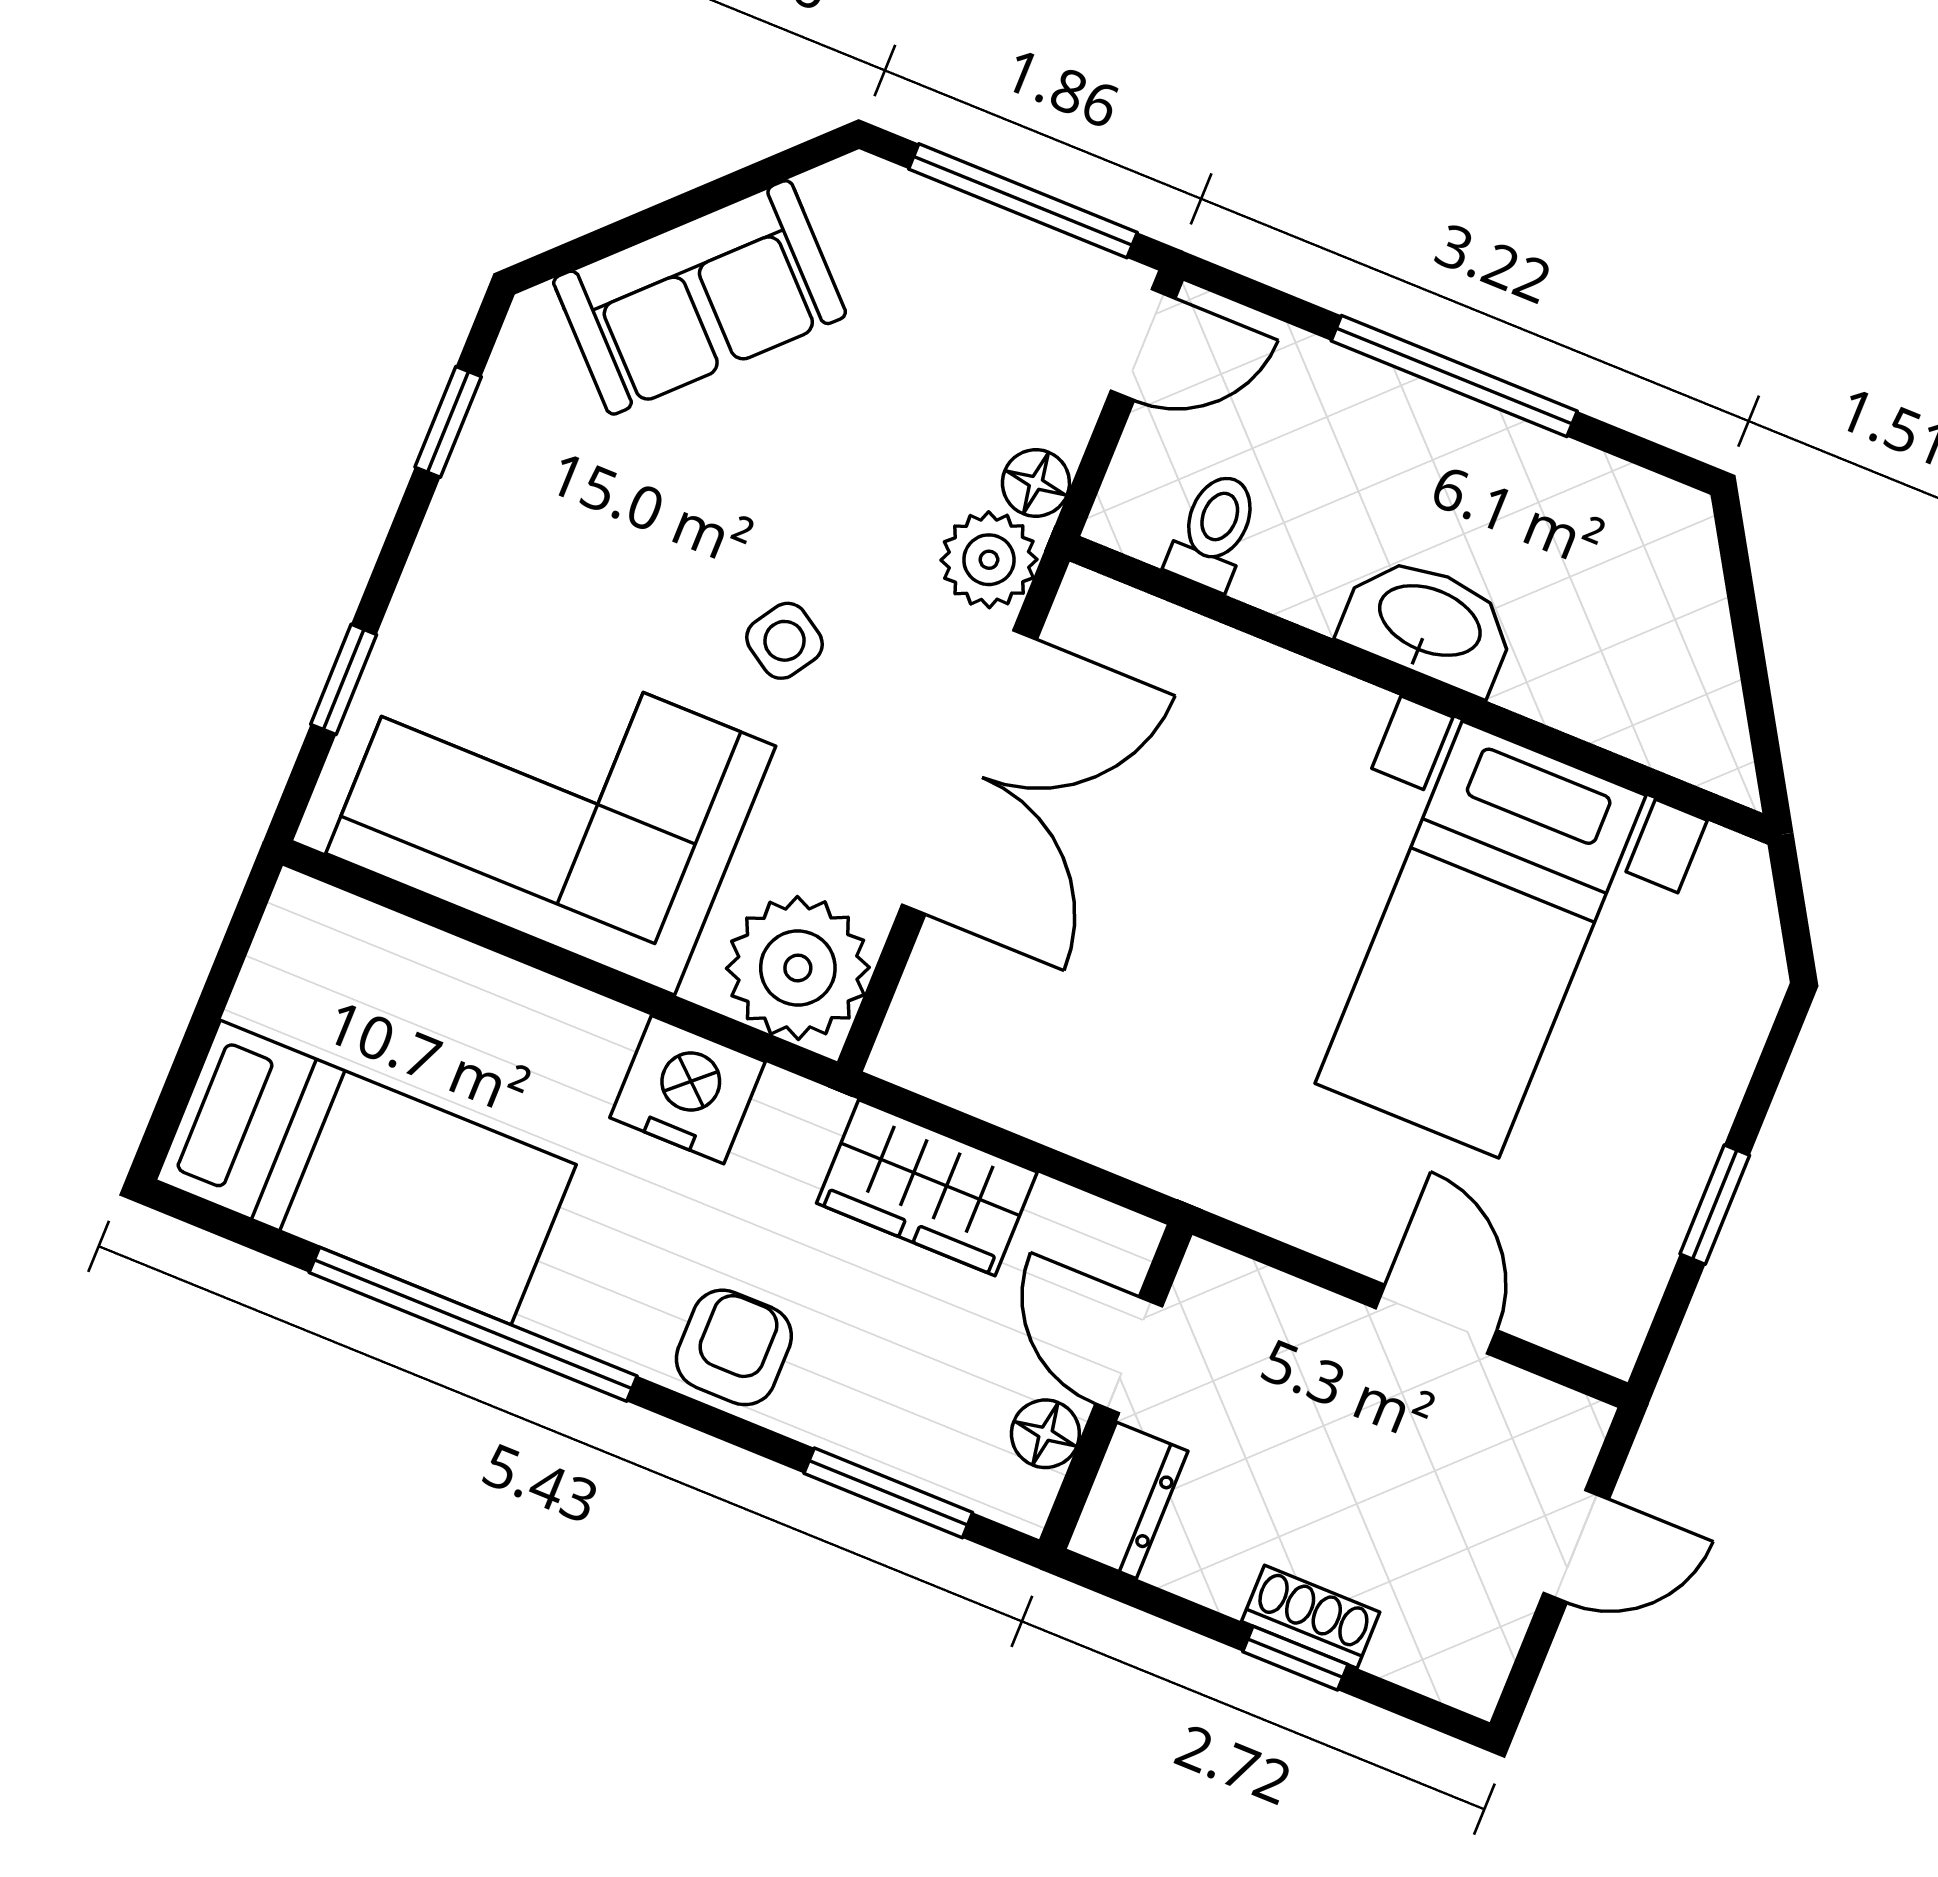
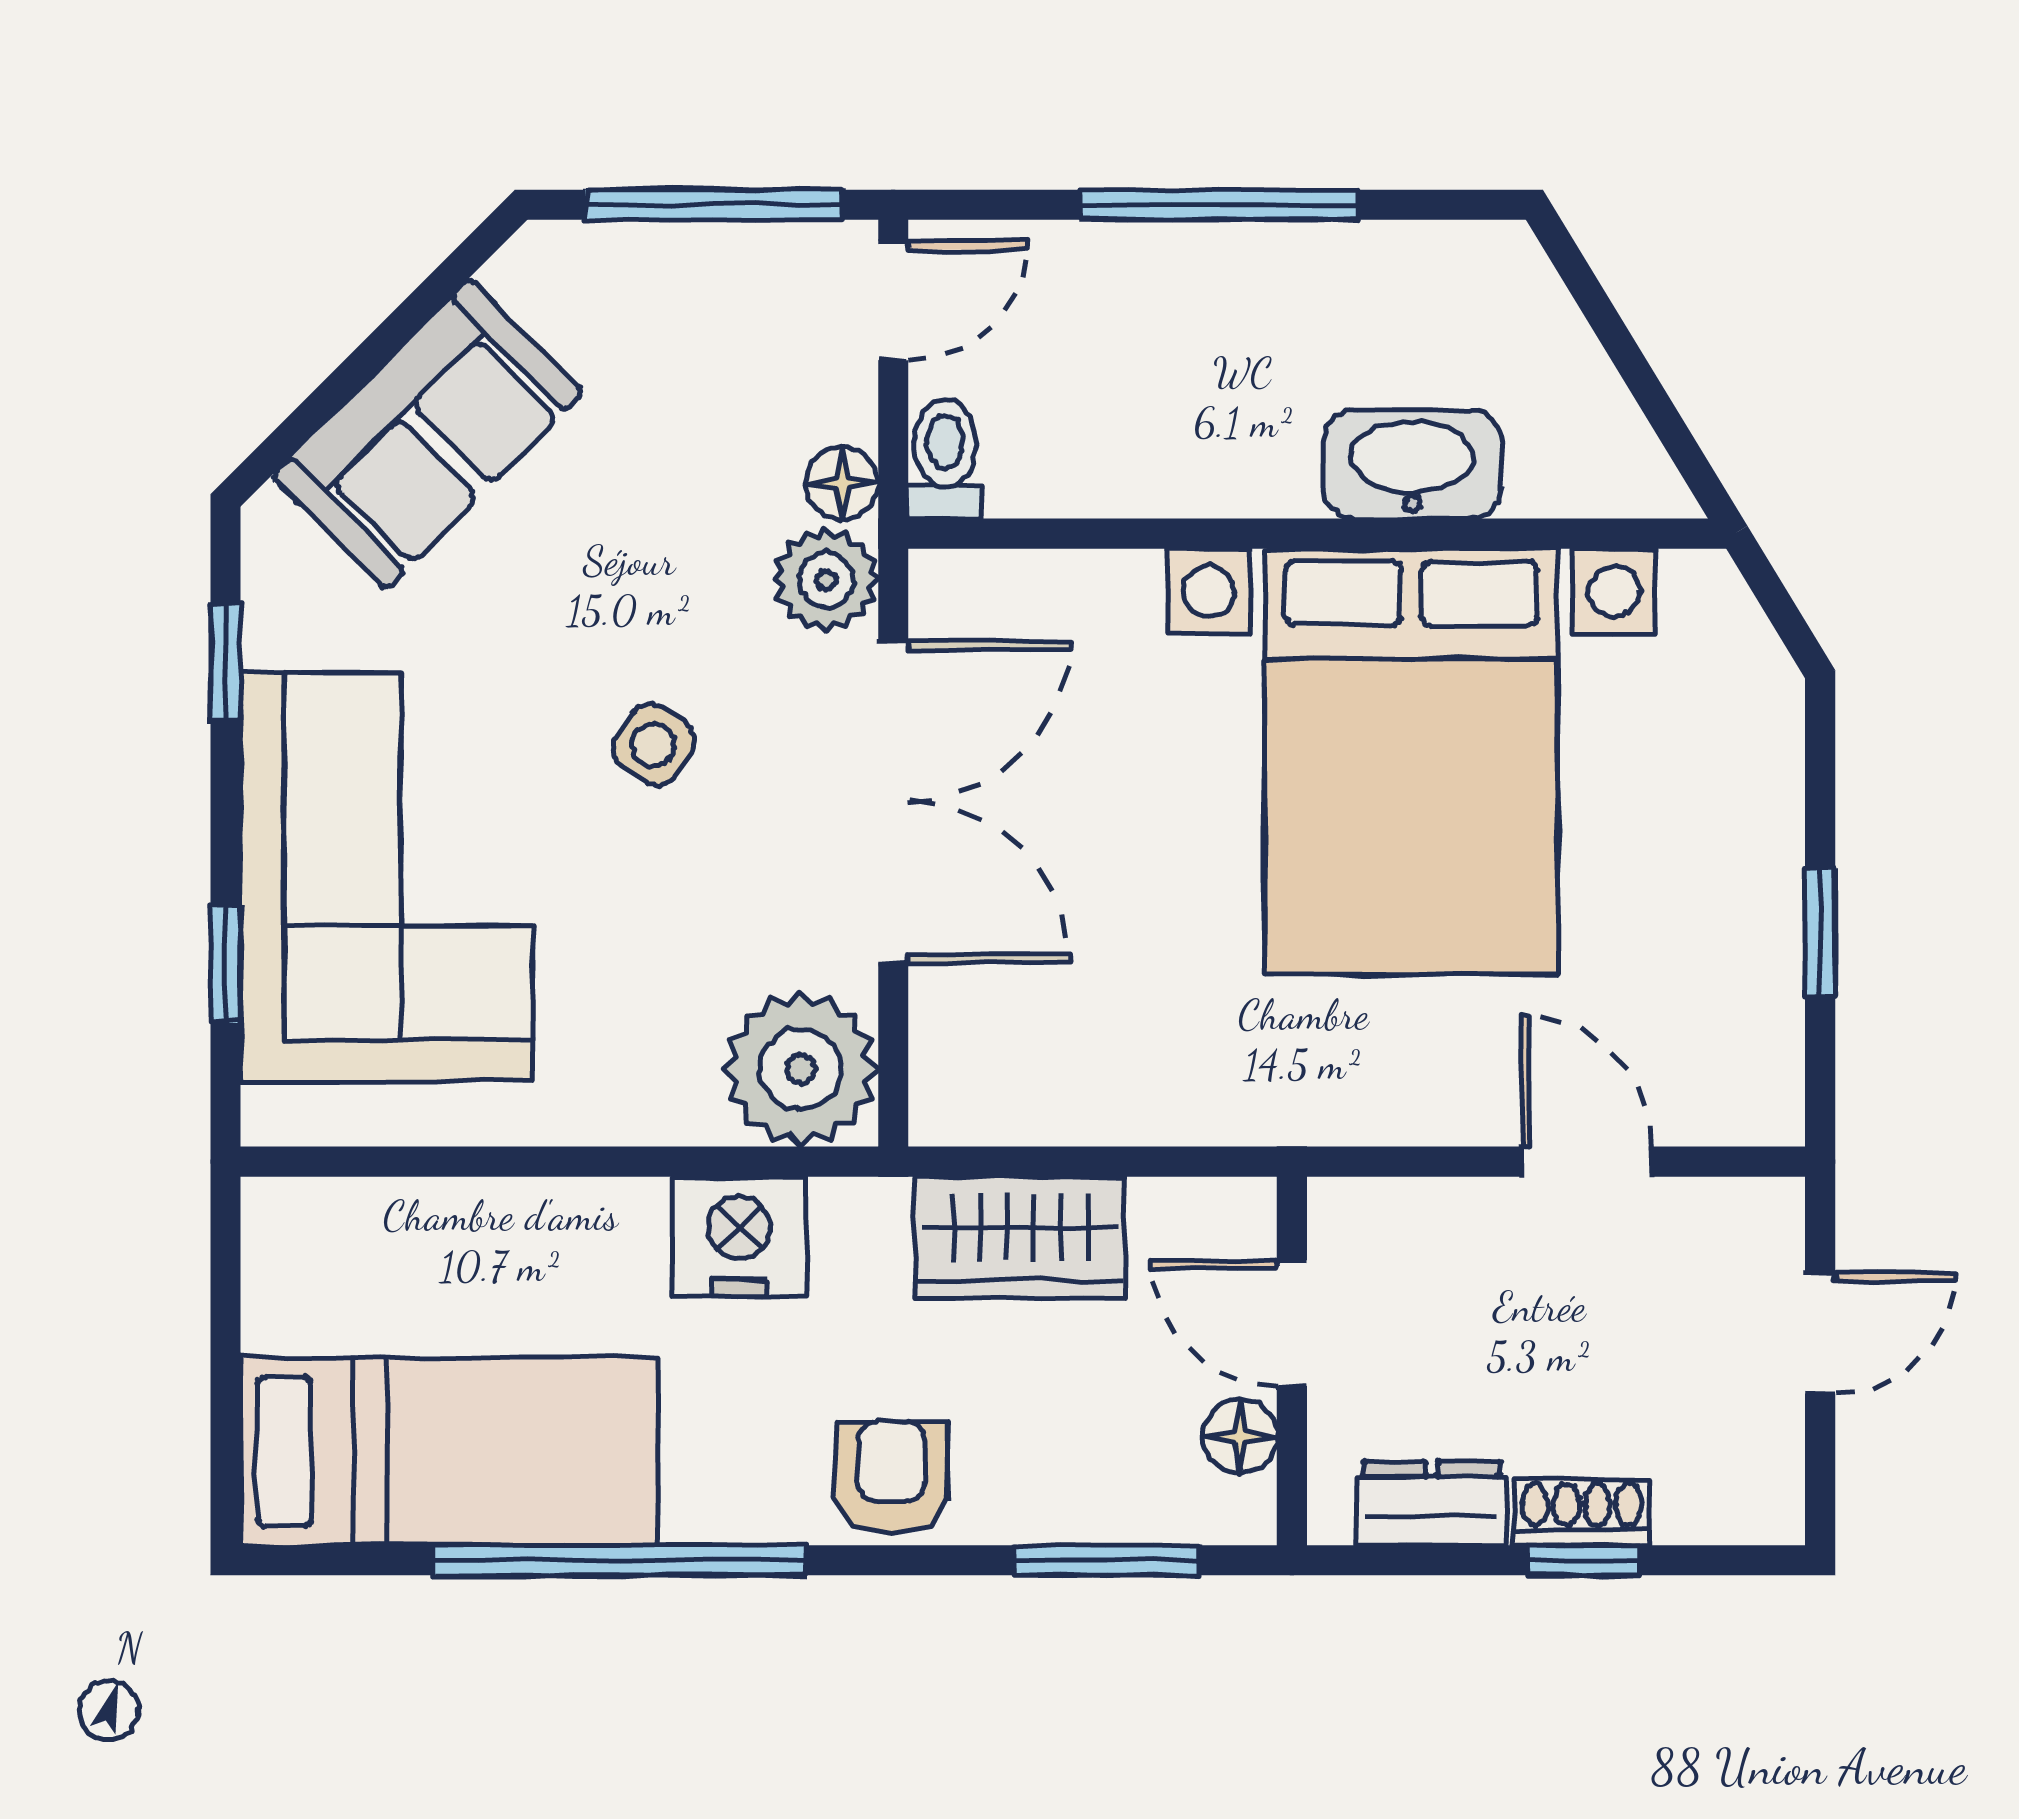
toilet: (1214, 531) -> (945, 459), moved
washbasin: (1429, 623) -> (1412, 464), moved
corner sofa: (551, 800) -> (386, 877), moved, turned 90
bed with nightstands: (1481, 939) -> (1411, 761), width x1.36
dresser: (1126, 1500) -> (1431, 1503), moved, turned -90

